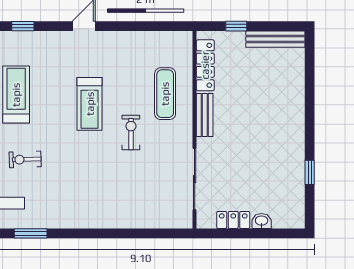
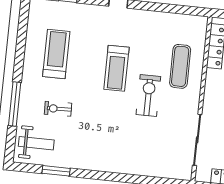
bench: (205, 115) -> (211, 87), removed
exercise bike: (131, 132) -> (148, 96), width x1.38, depth x1.39

